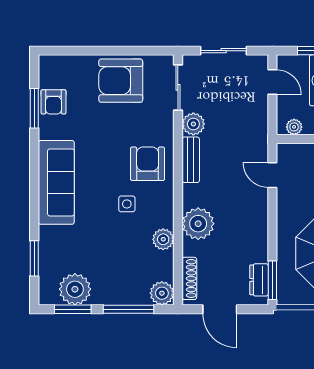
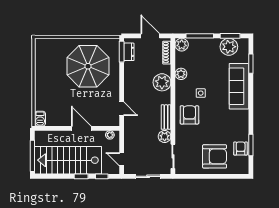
armchair: (121, 81) -> (215, 156), moved
armchair: (148, 164) -> (189, 115), turned 180
sofa: (56, 182) -> (239, 86), moved

